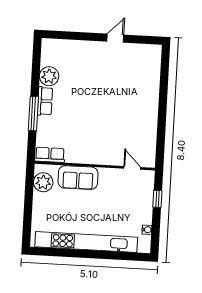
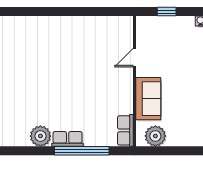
window: (33, 114) -> (82, 151), width x1.46
door: (132, 168) -> (134, 58), moved

